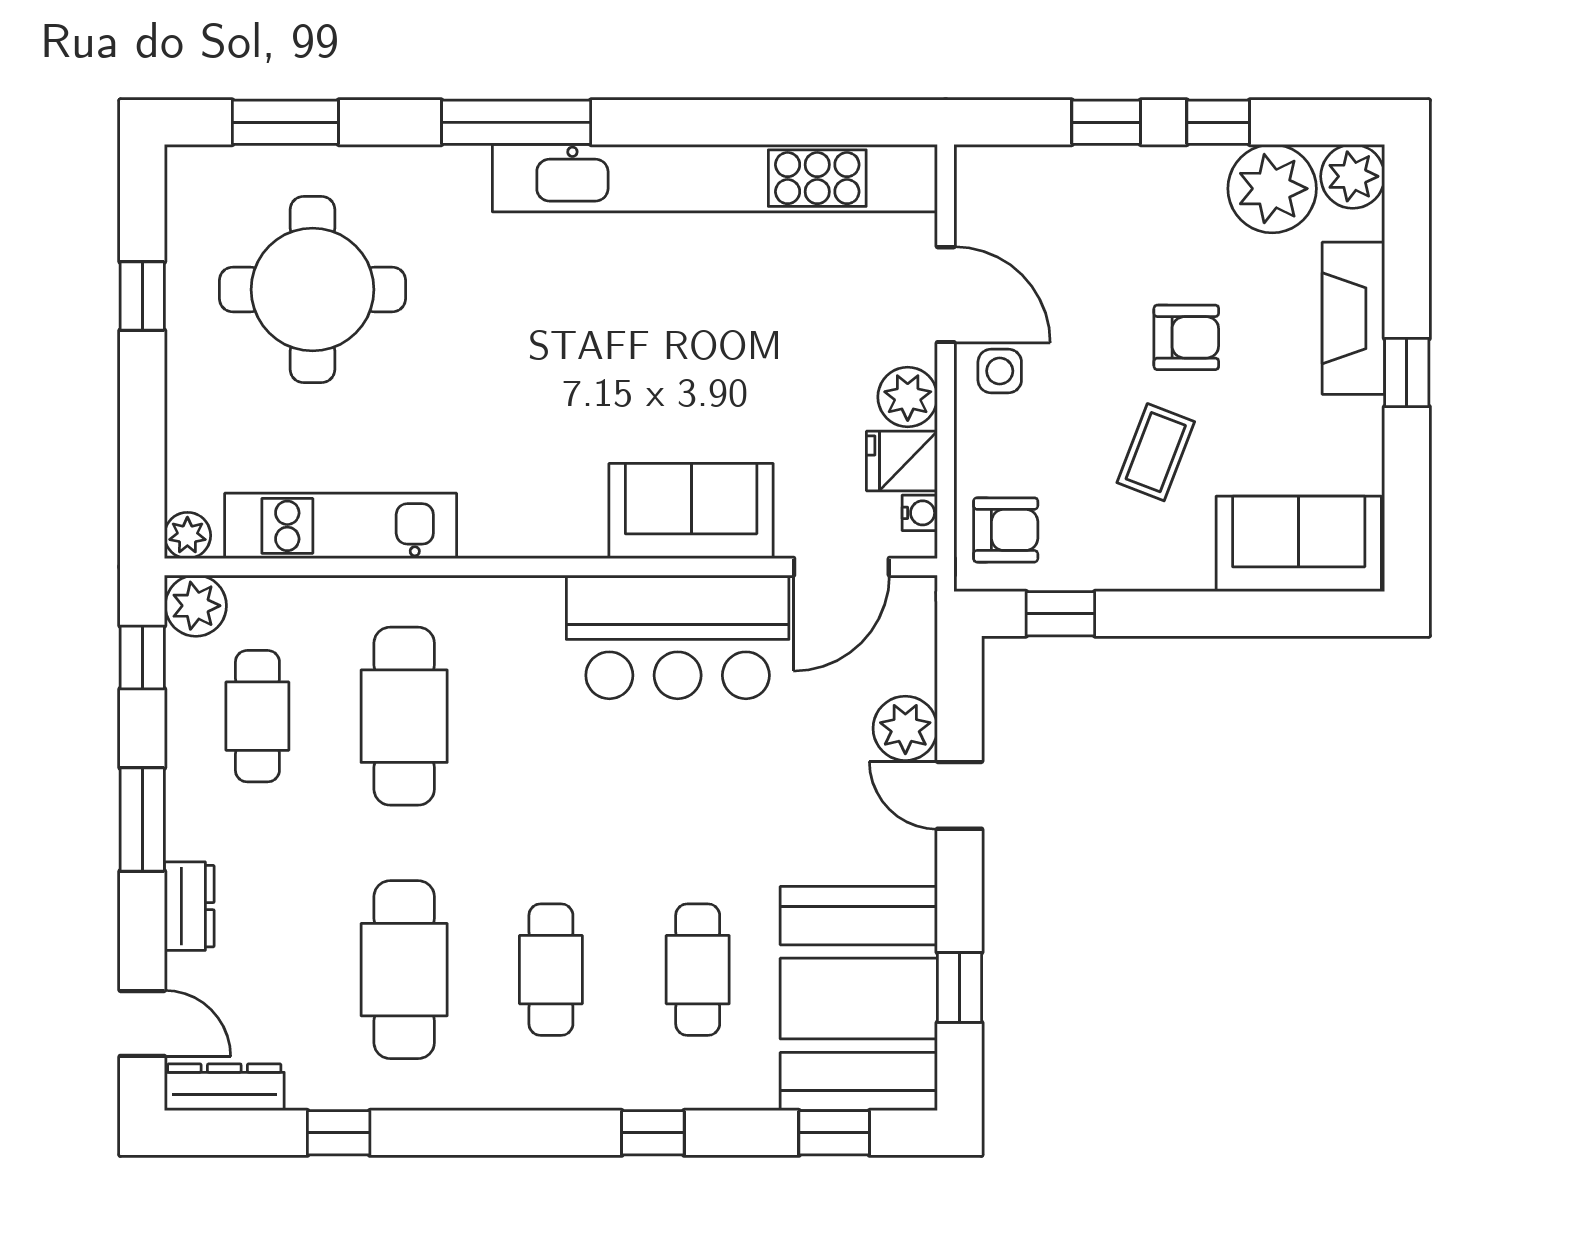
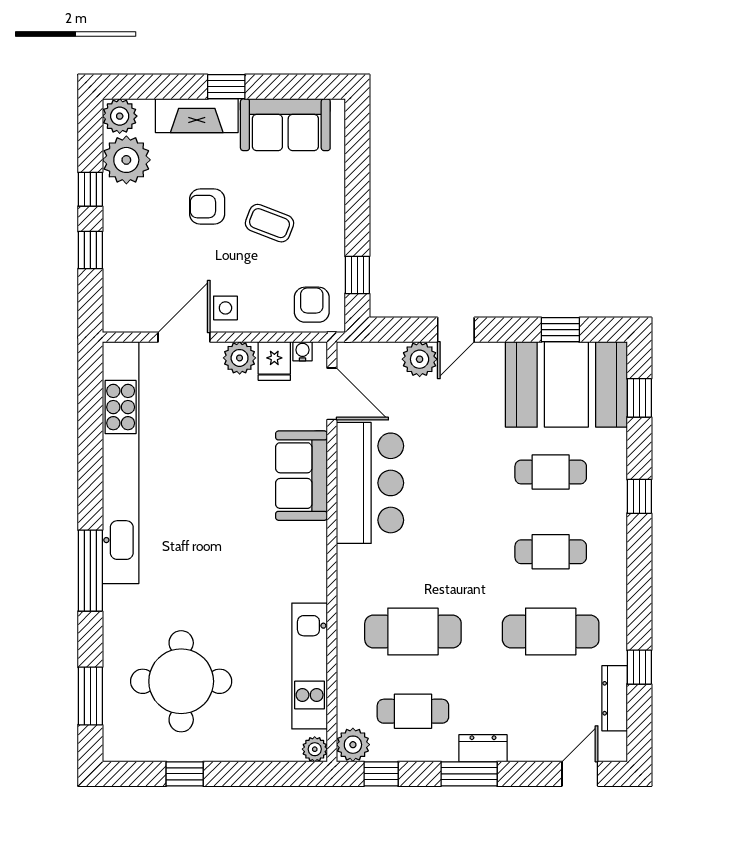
armchair: (1186, 337) -> (207, 207), turned -90
sofa: (1299, 544) -> (285, 125), moved, turned -90
dresser: (189, 906) -> (483, 748), moved
dresser: (224, 1087) -> (615, 698), moved

